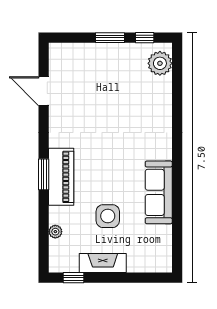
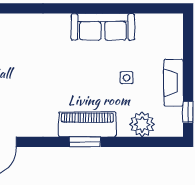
side table: (108, 216) -> (127, 78), width x0.54, depth x0.54
plant: (55, 232) -> (142, 124), width x1.88, depth x1.88

